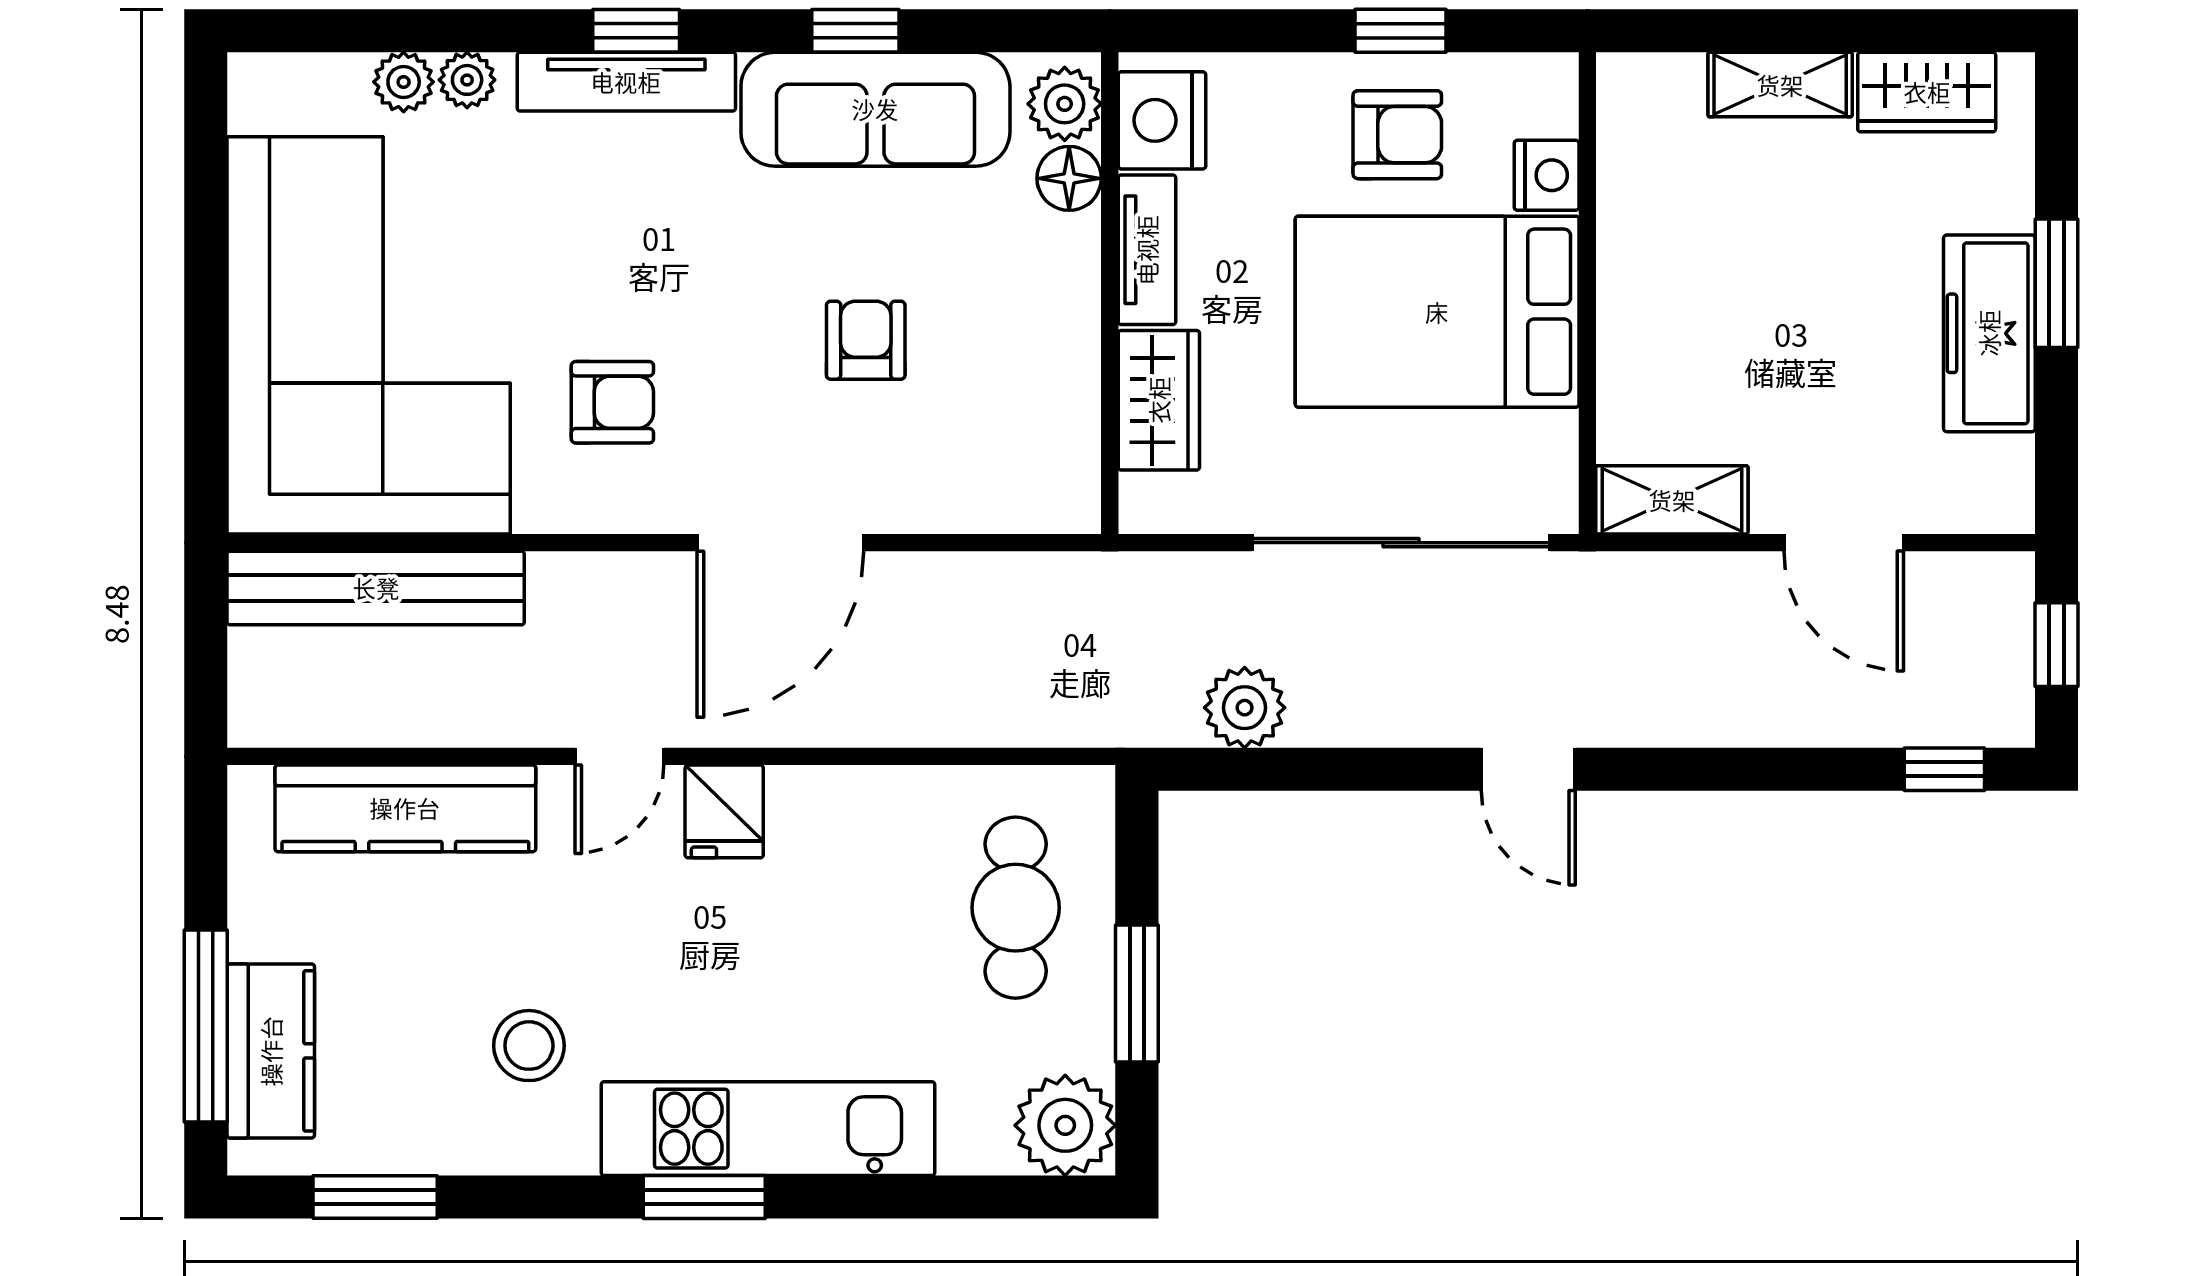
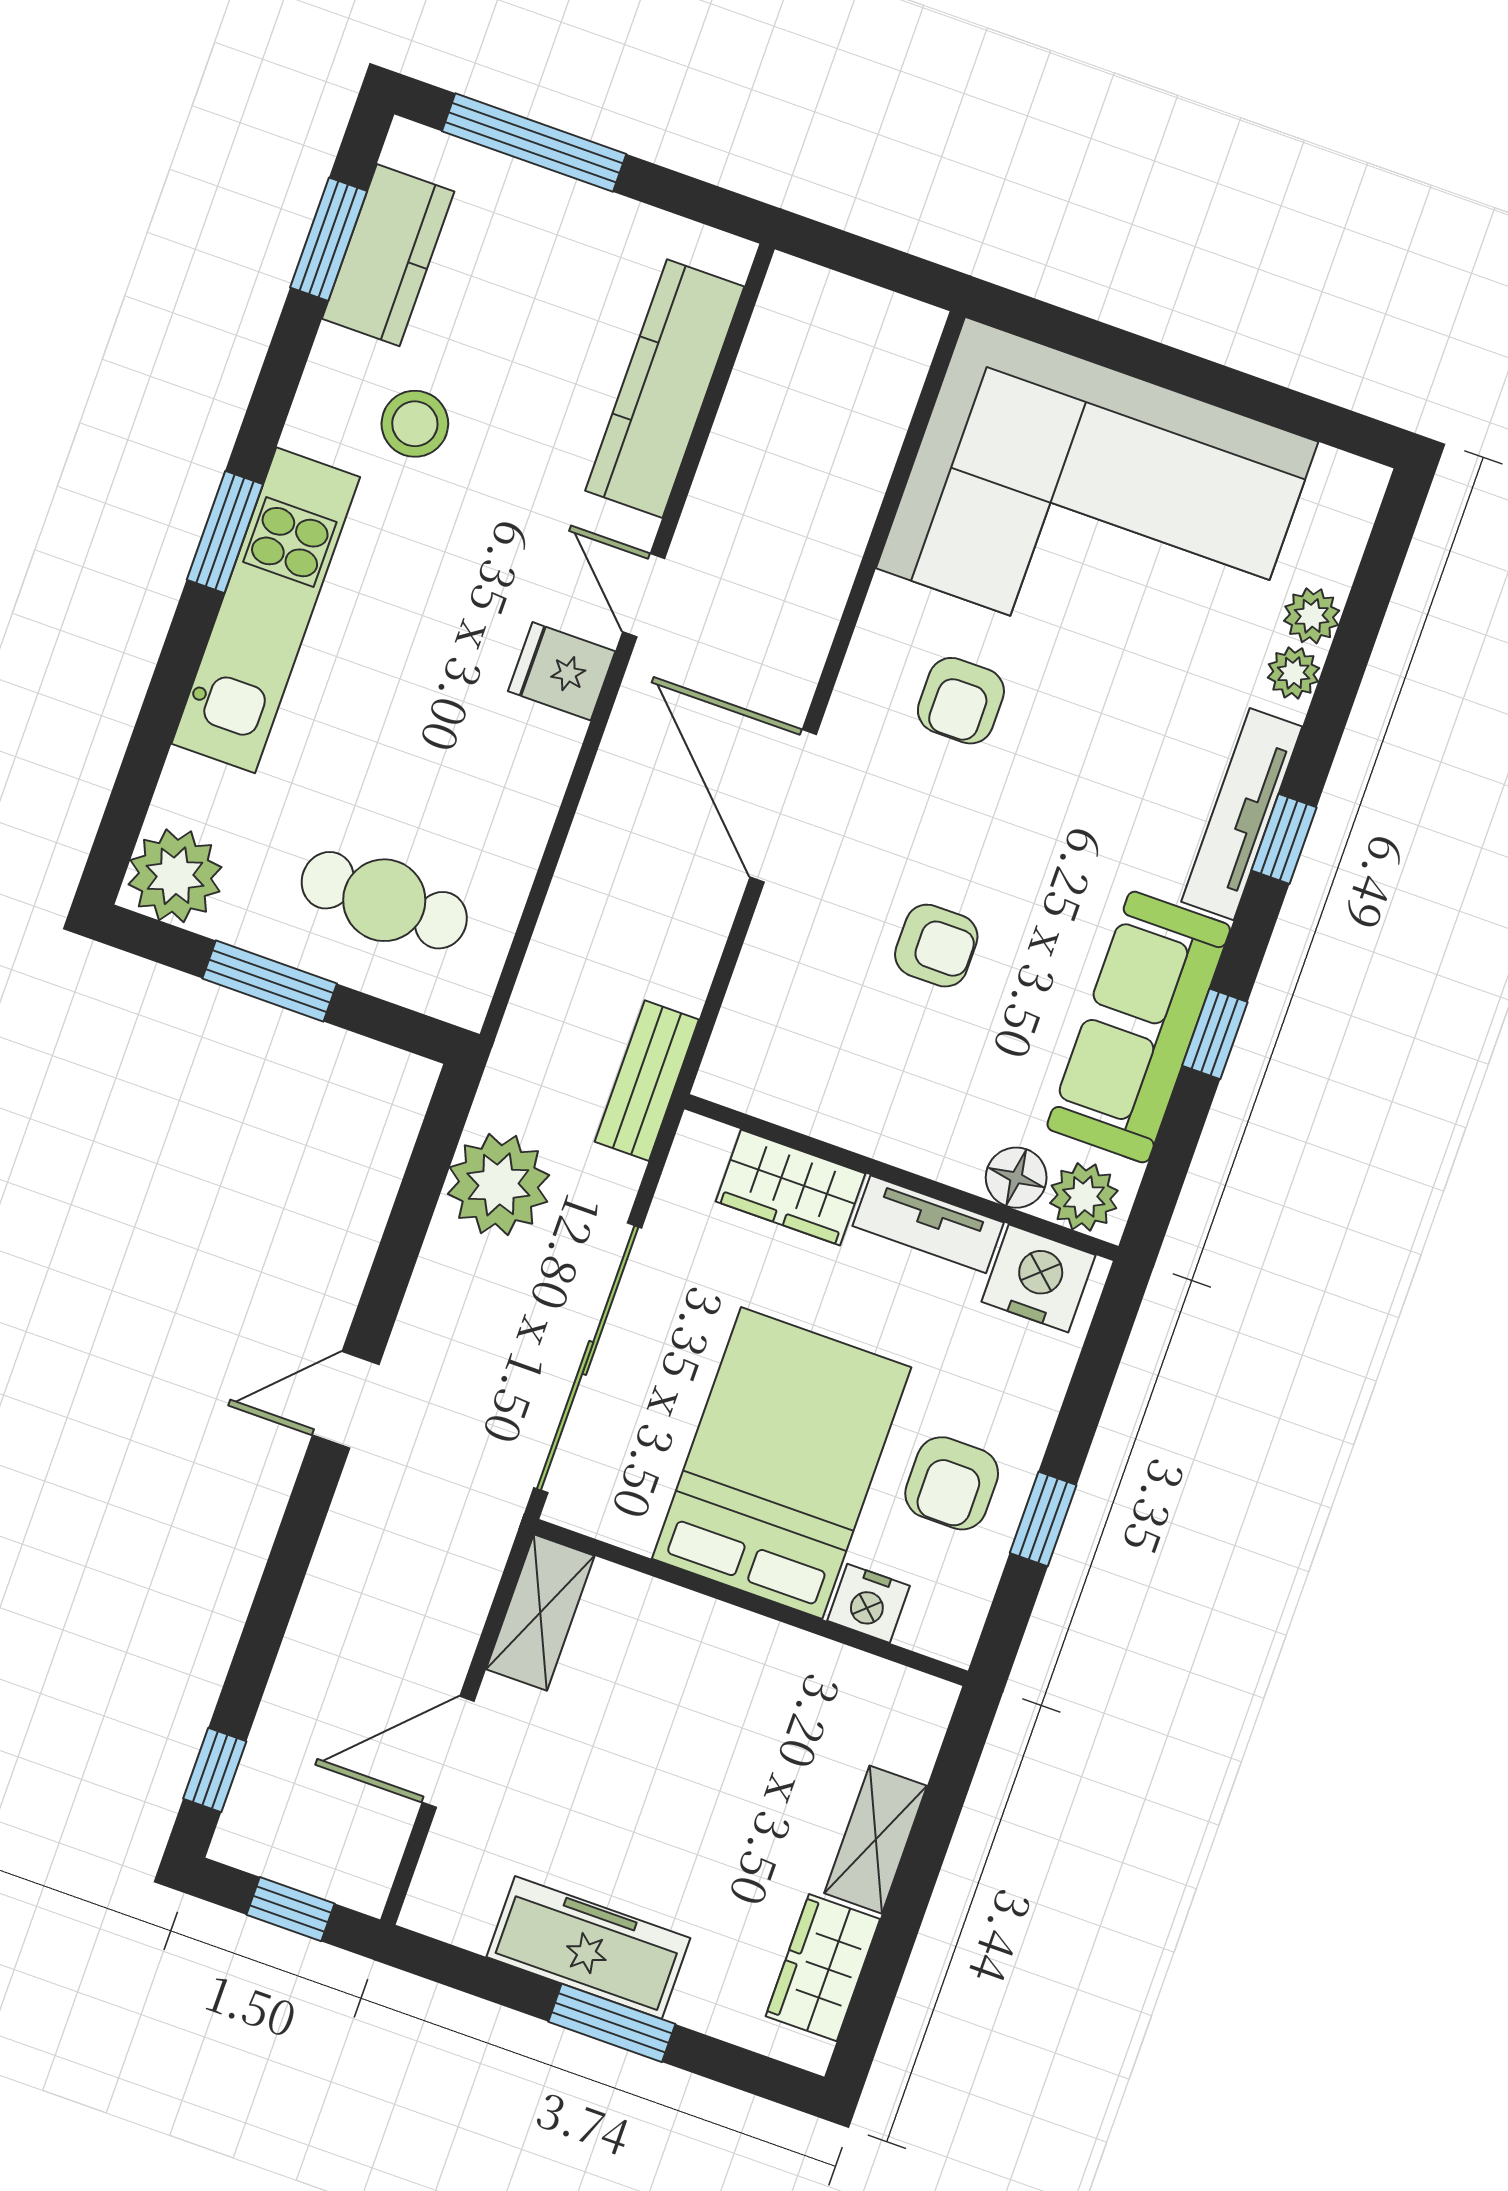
bench: (376, 588) -> (647, 1081), moved, width x0.54, depth x0.82
plant: (1245, 708) -> (498, 1184), width x1.36, depth x1.36
kitchen counter: (271, 1051) -> (388, 255), moved, turned -90

